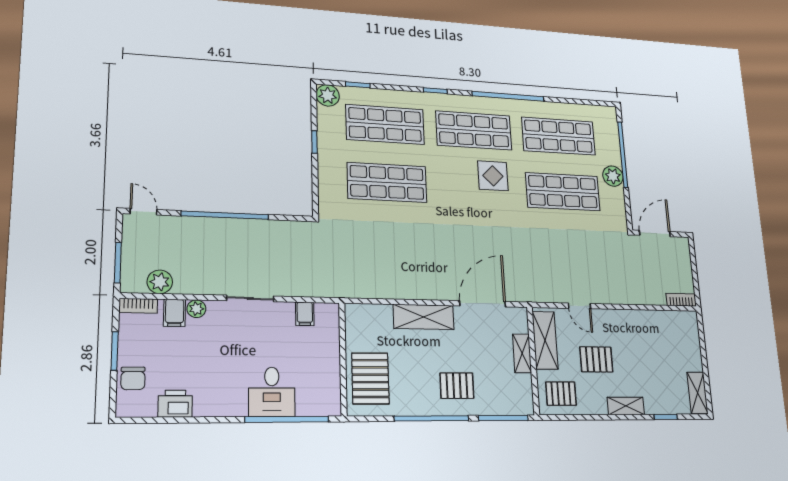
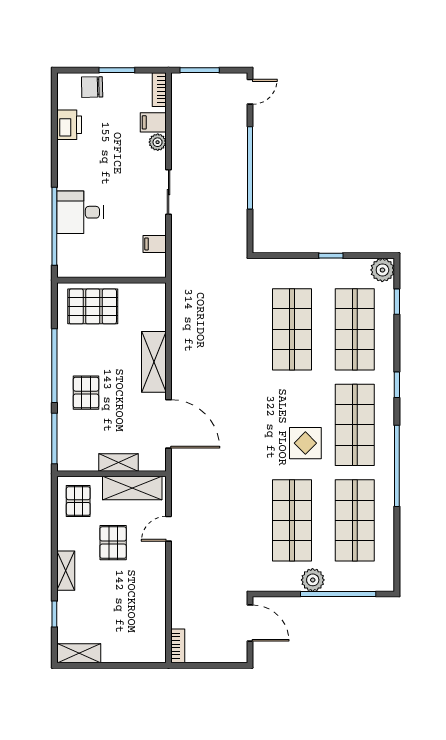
plant: (160, 282) -> (182, 108), removed

